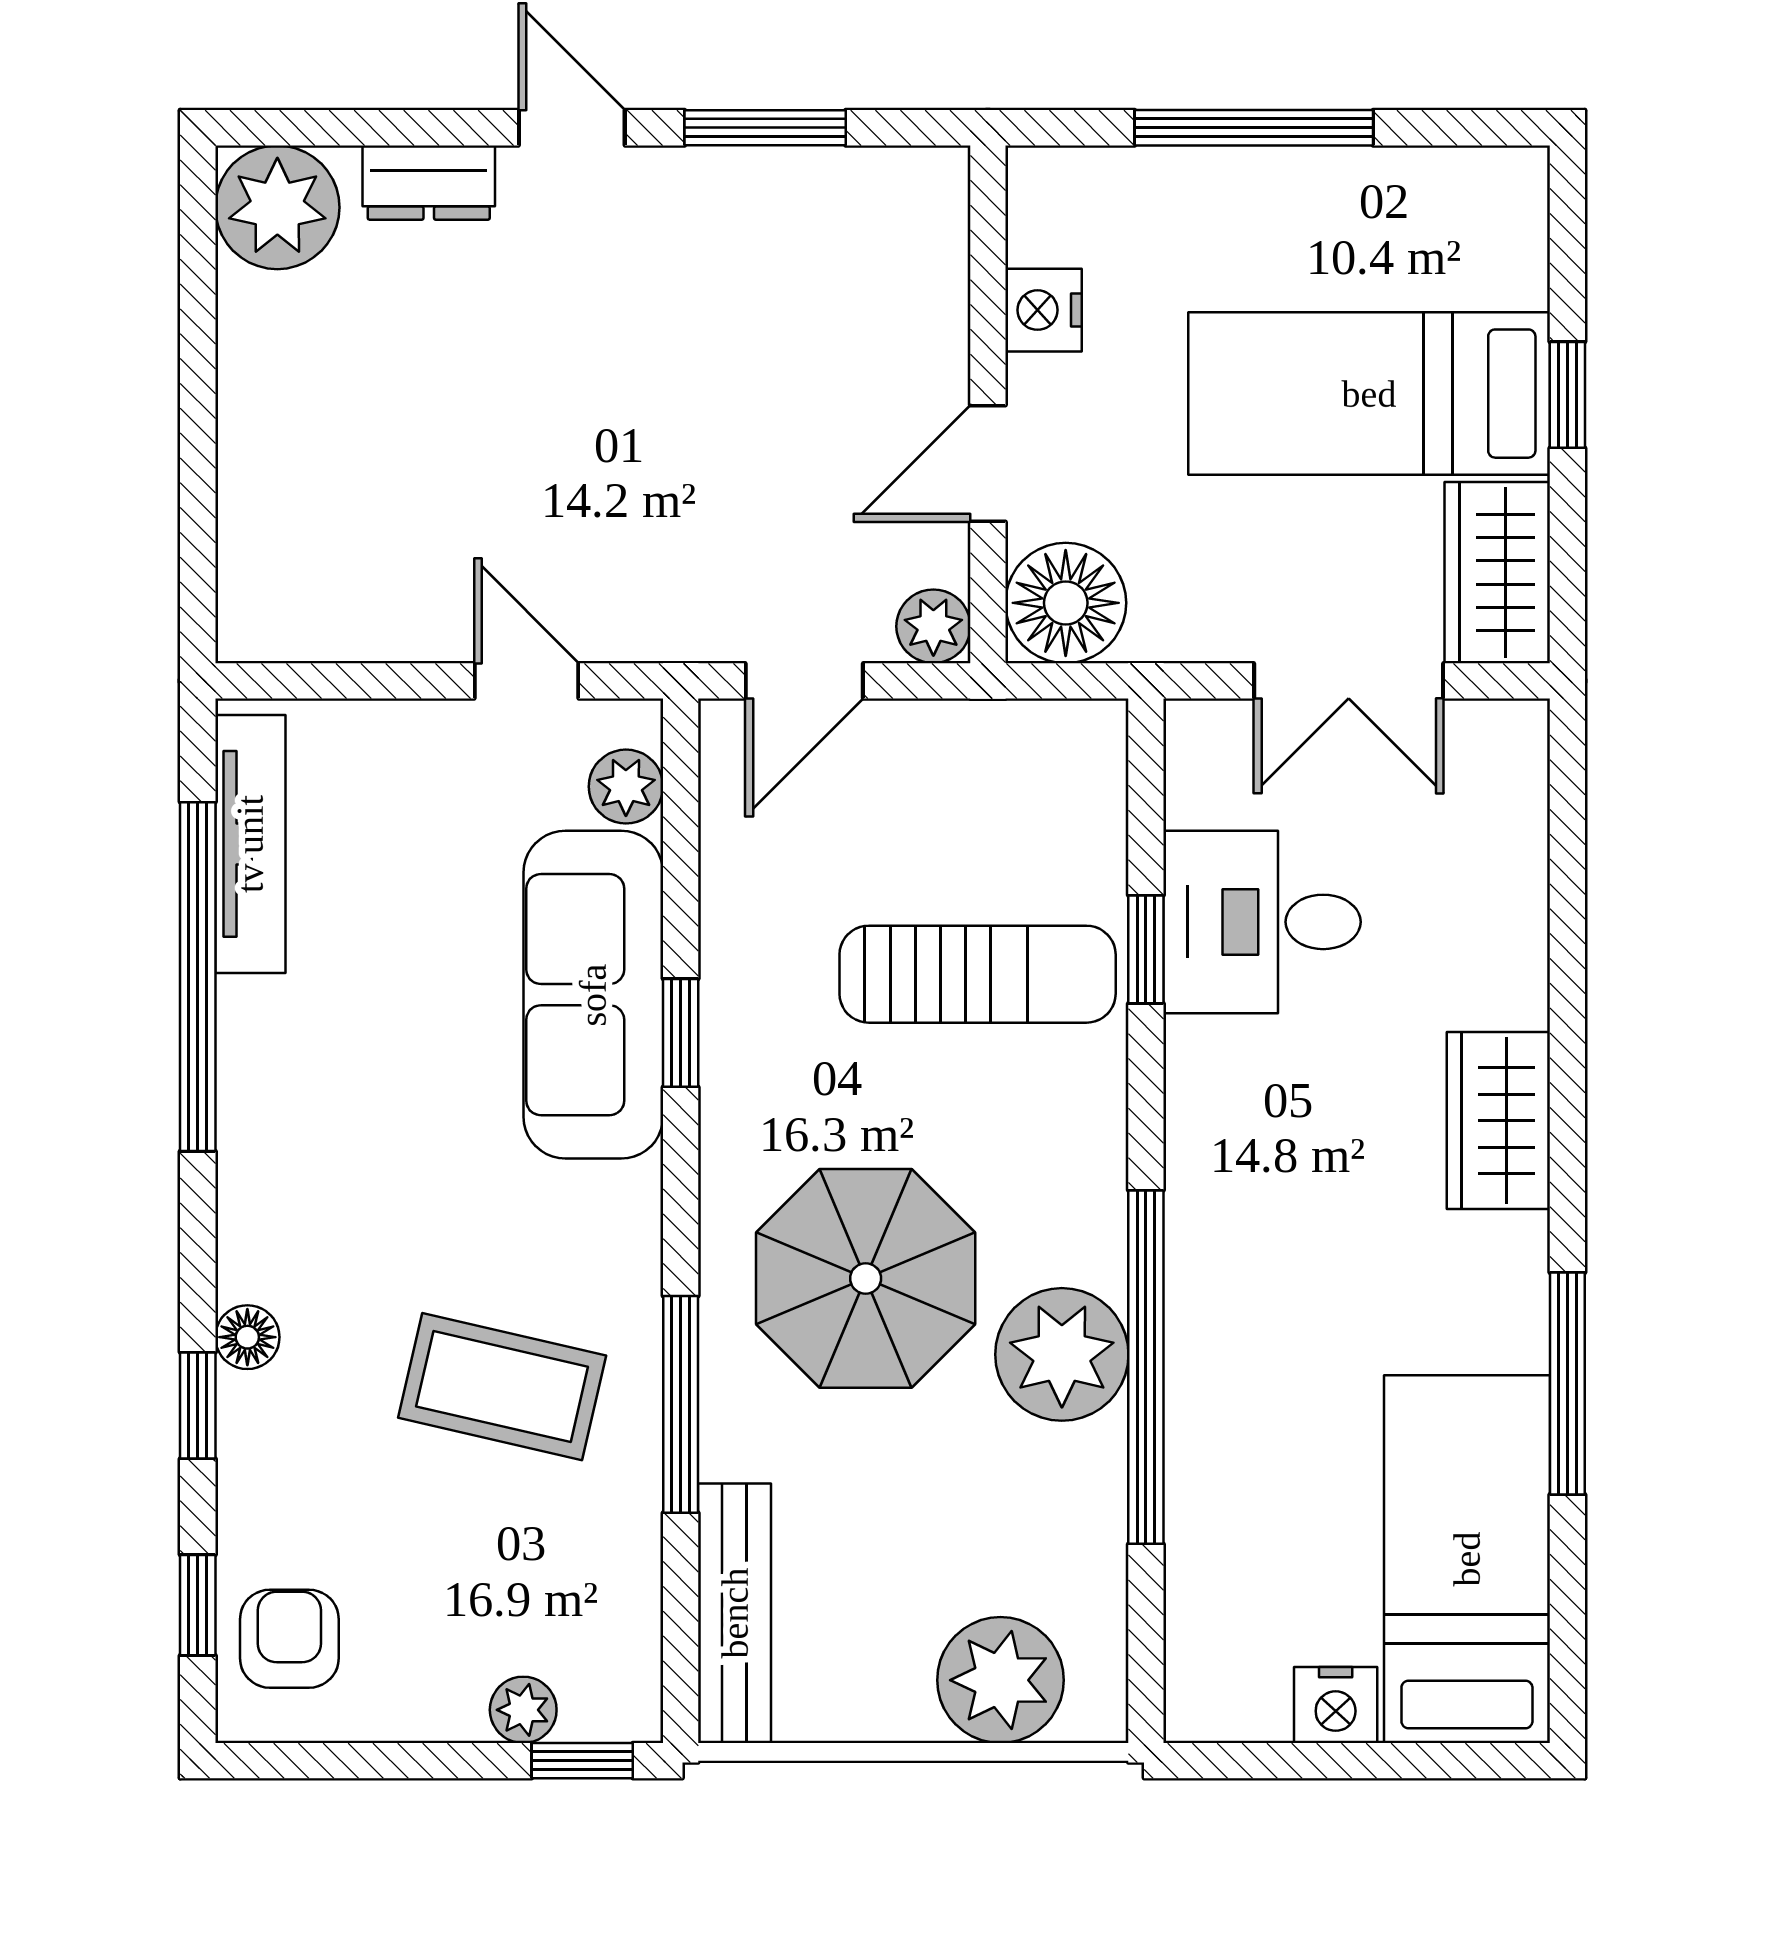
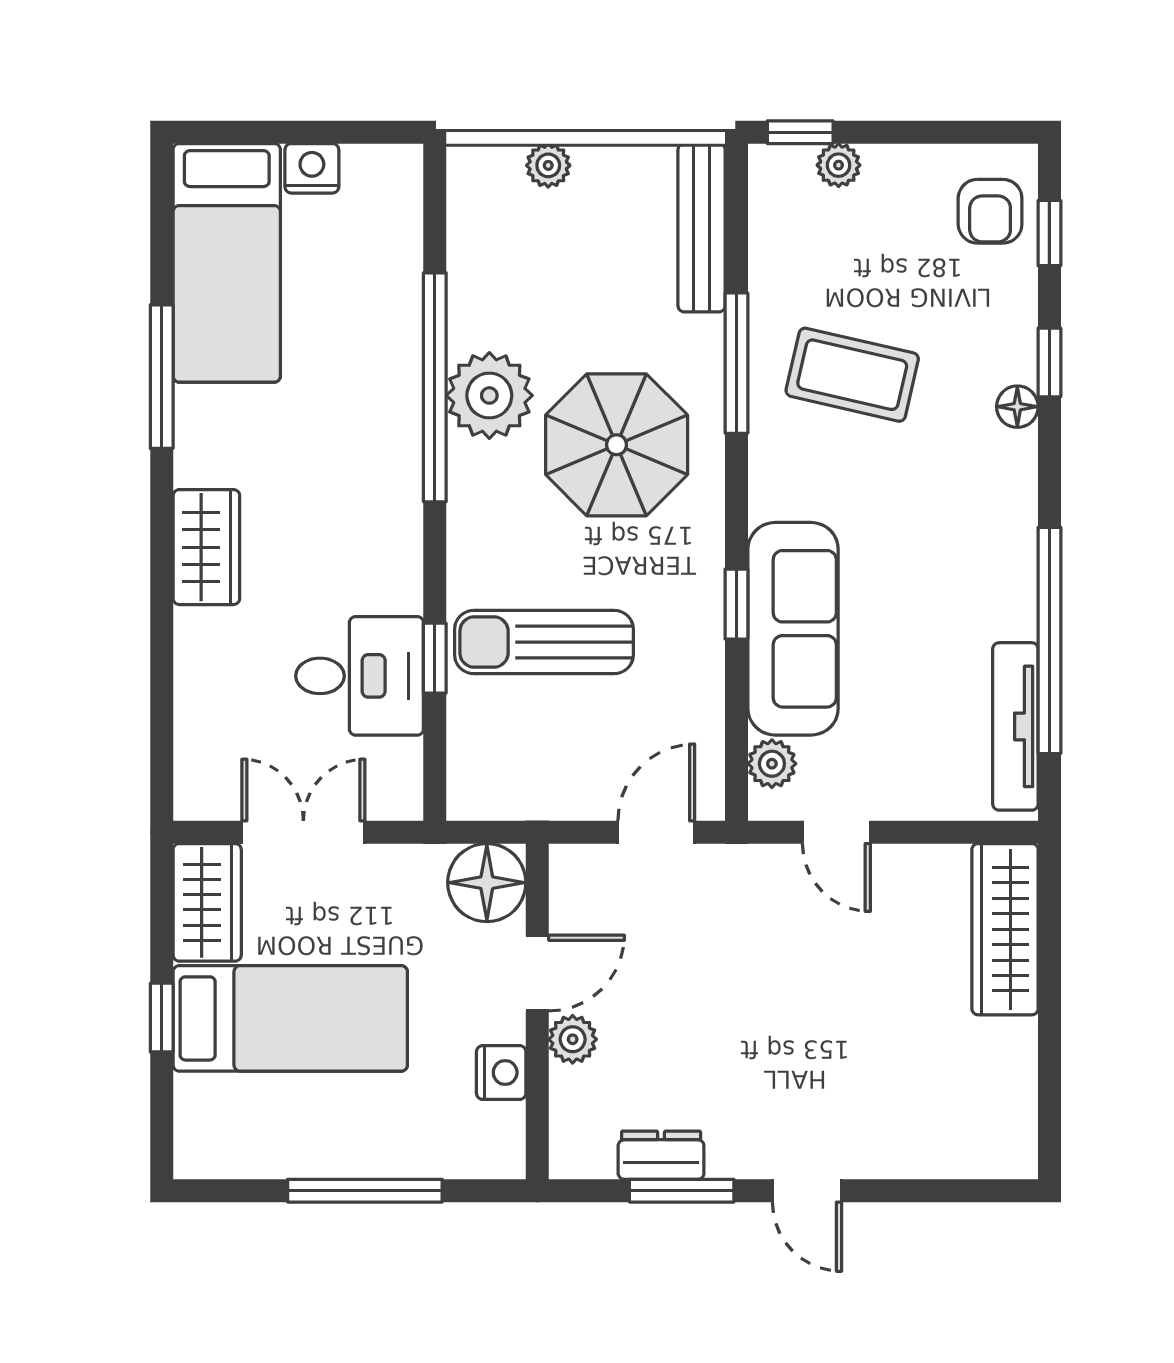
dresser: (429, 183) -> (661, 1155), moved
plant: (277, 207) -> (998, 1139), removed
wardrobe: (266, 531) -> (1005, 929), added
plant: (933, 626) -> (573, 1039), moved
plant: (1000, 1680) -> (548, 165), width x0.53, depth x0.53

